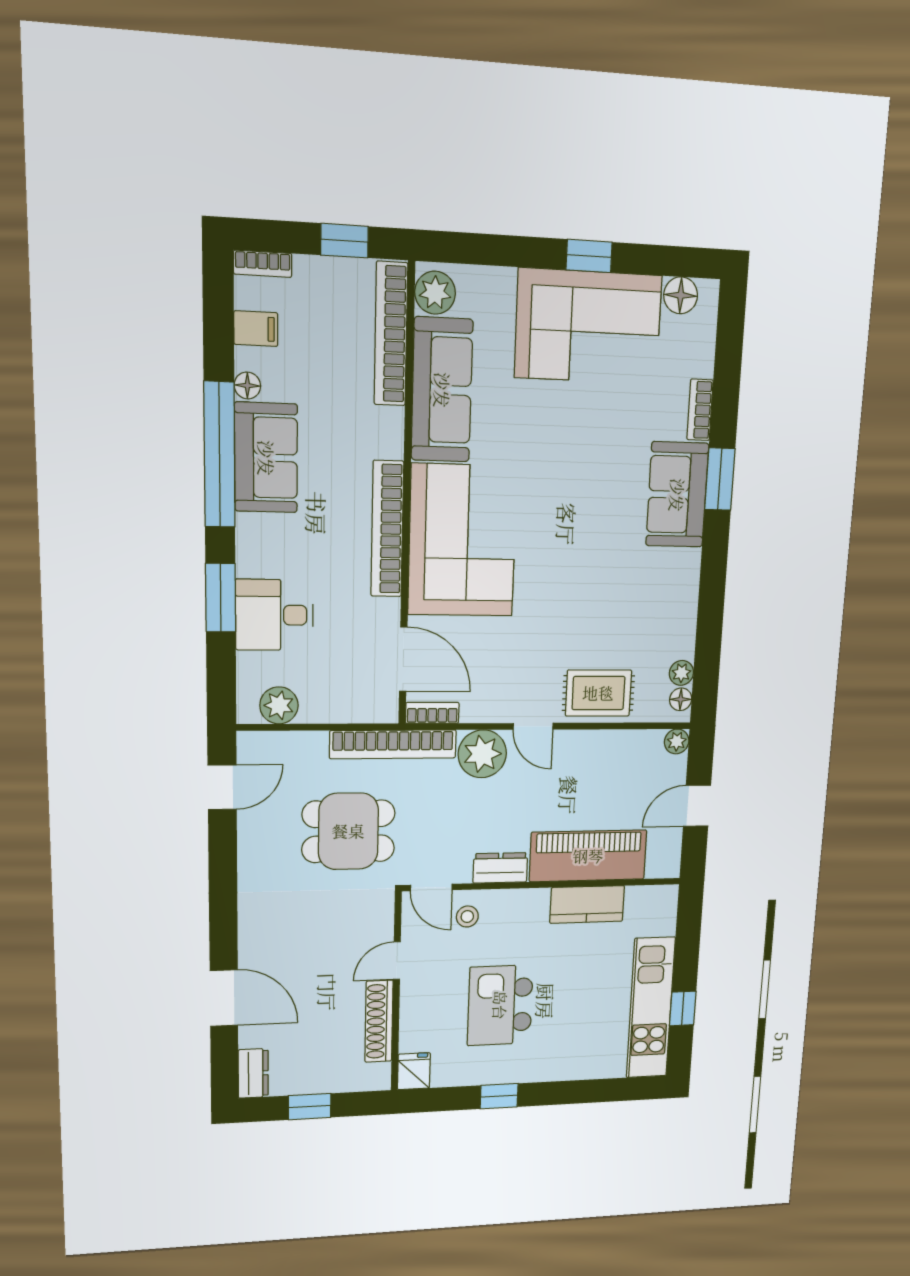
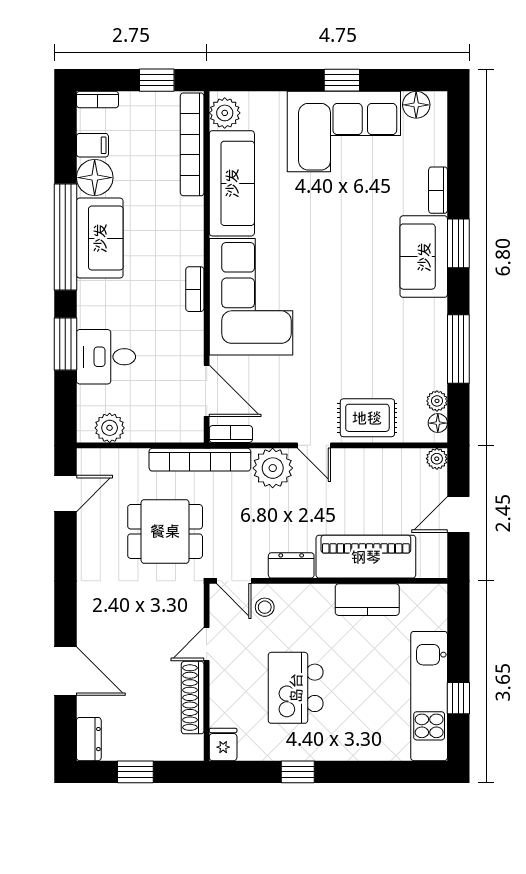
floor lamp: (247, 385) -> (95, 178), width x1.89, depth x1.89
bookcase: (387, 529) -> (195, 289), width x0.43, depth x0.76
window: (711, 610) -> (458, 349), added

